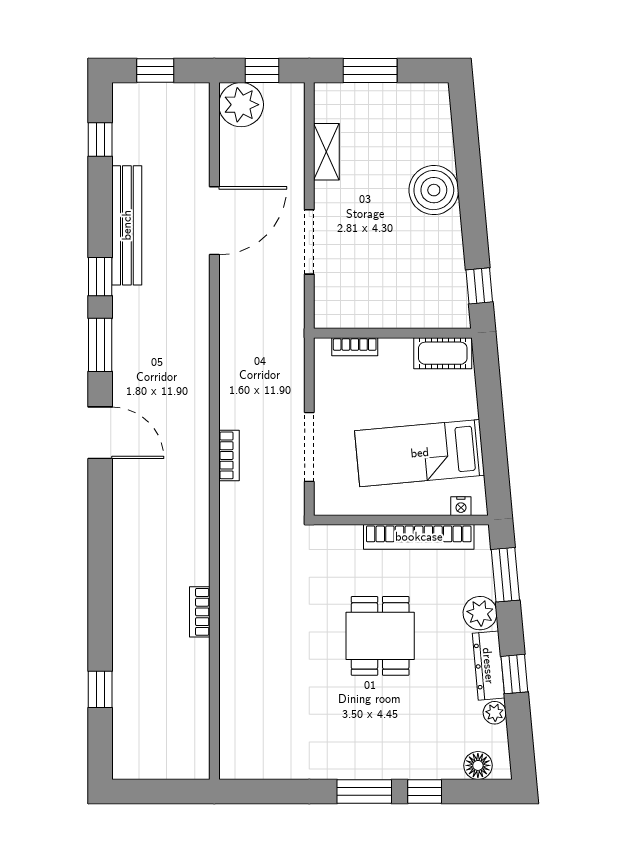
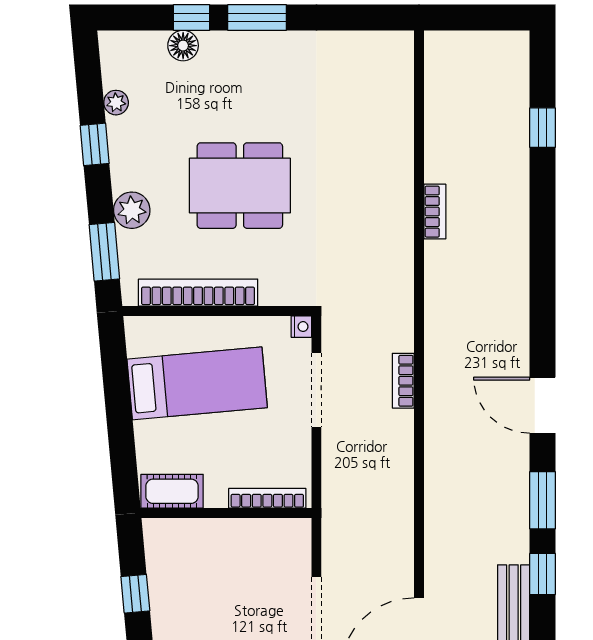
window: (479, 286) -> (135, 594), moved
bookcase: (355, 347) -> (267, 498), width x1.56
nightstand: (461, 506) -> (301, 327), moved, turned 90
dining table: (380, 636) -> (240, 186), width x1.37
dresser: (488, 666) -> (123, 154), removed
floor lamp: (478, 765) -> (183, 46), moved

